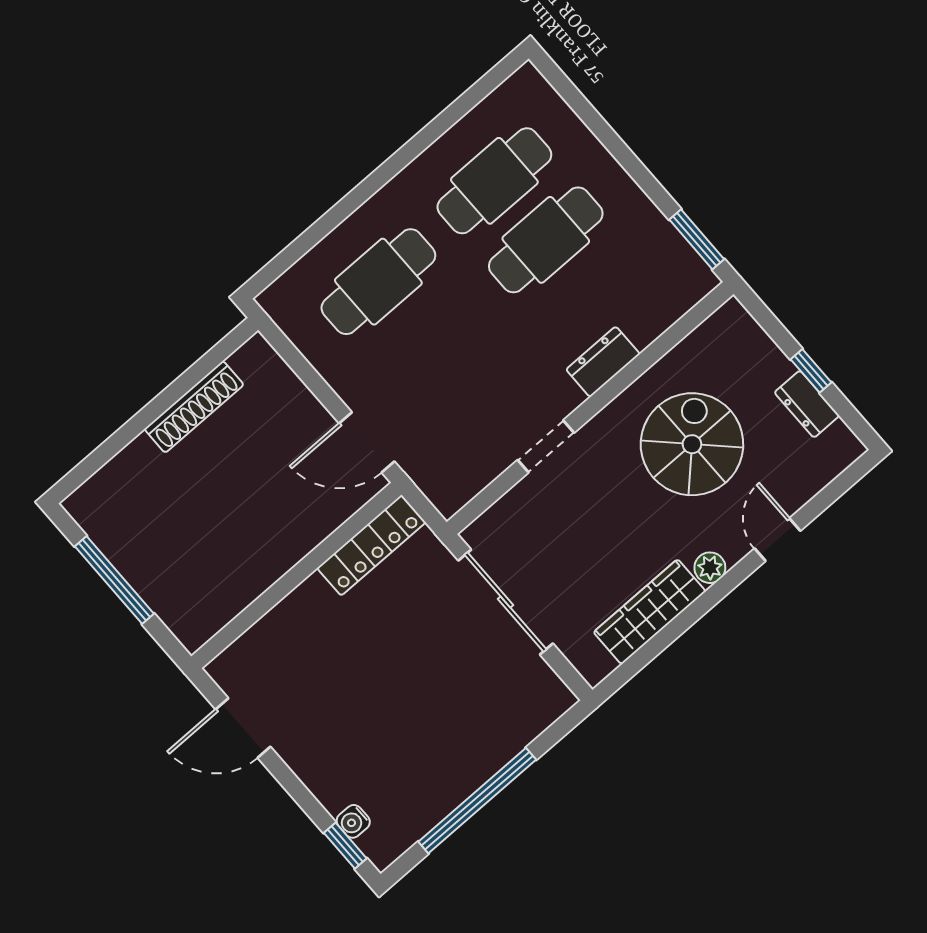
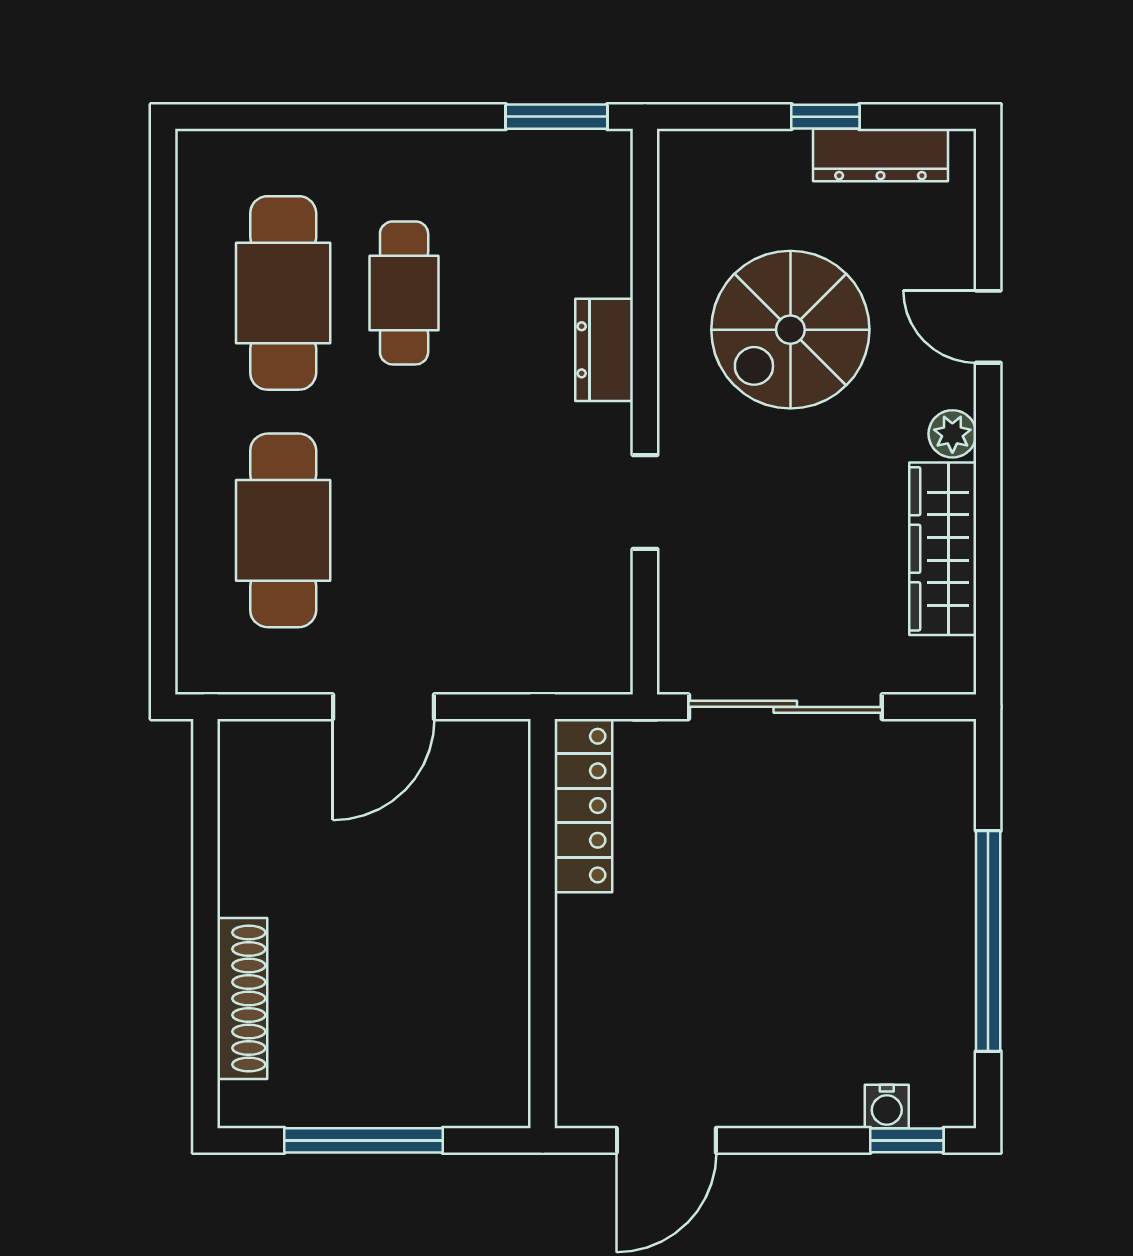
cafe table: (546, 240) -> (404, 293), width x0.73, depth x0.74
dresser: (807, 404) -> (880, 155), width x1.44
shoe rack: (194, 407) -> (242, 998), moved
door: (367, 442) -> (384, 707), moved
spiral stairs: (692, 444) -> (790, 330), turned -90

